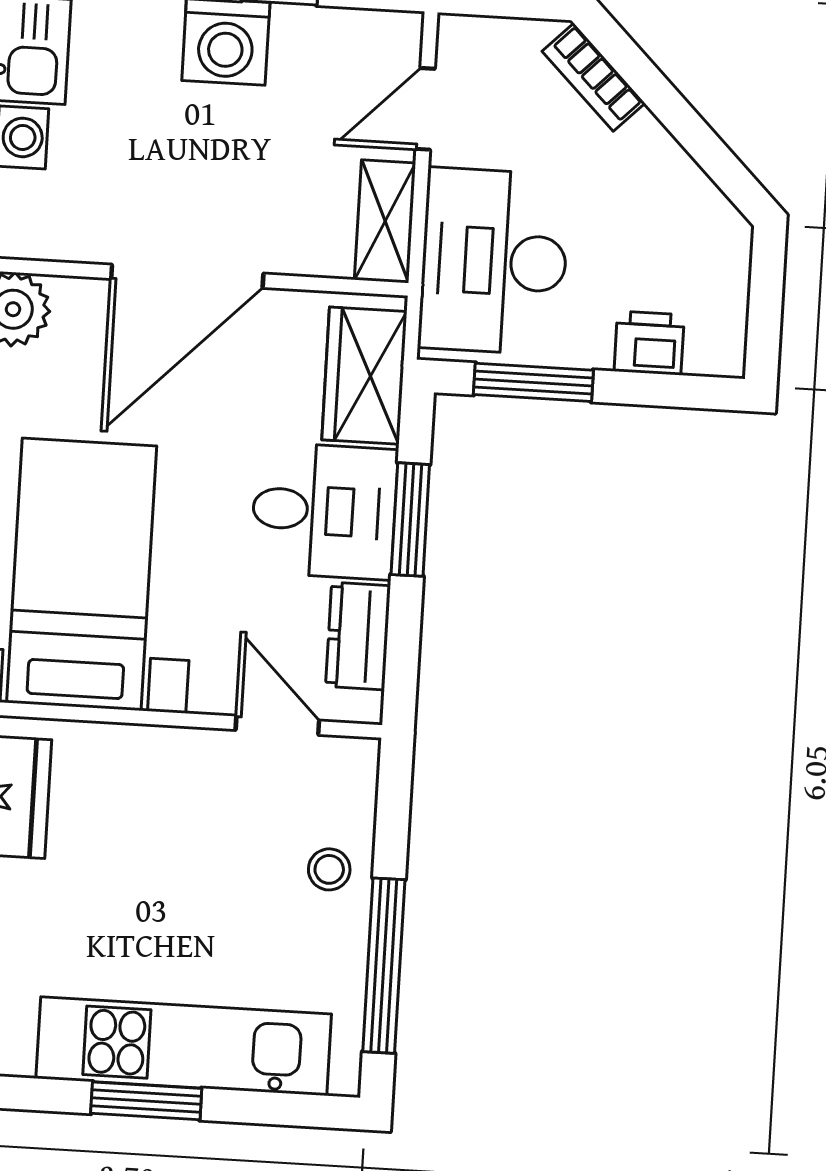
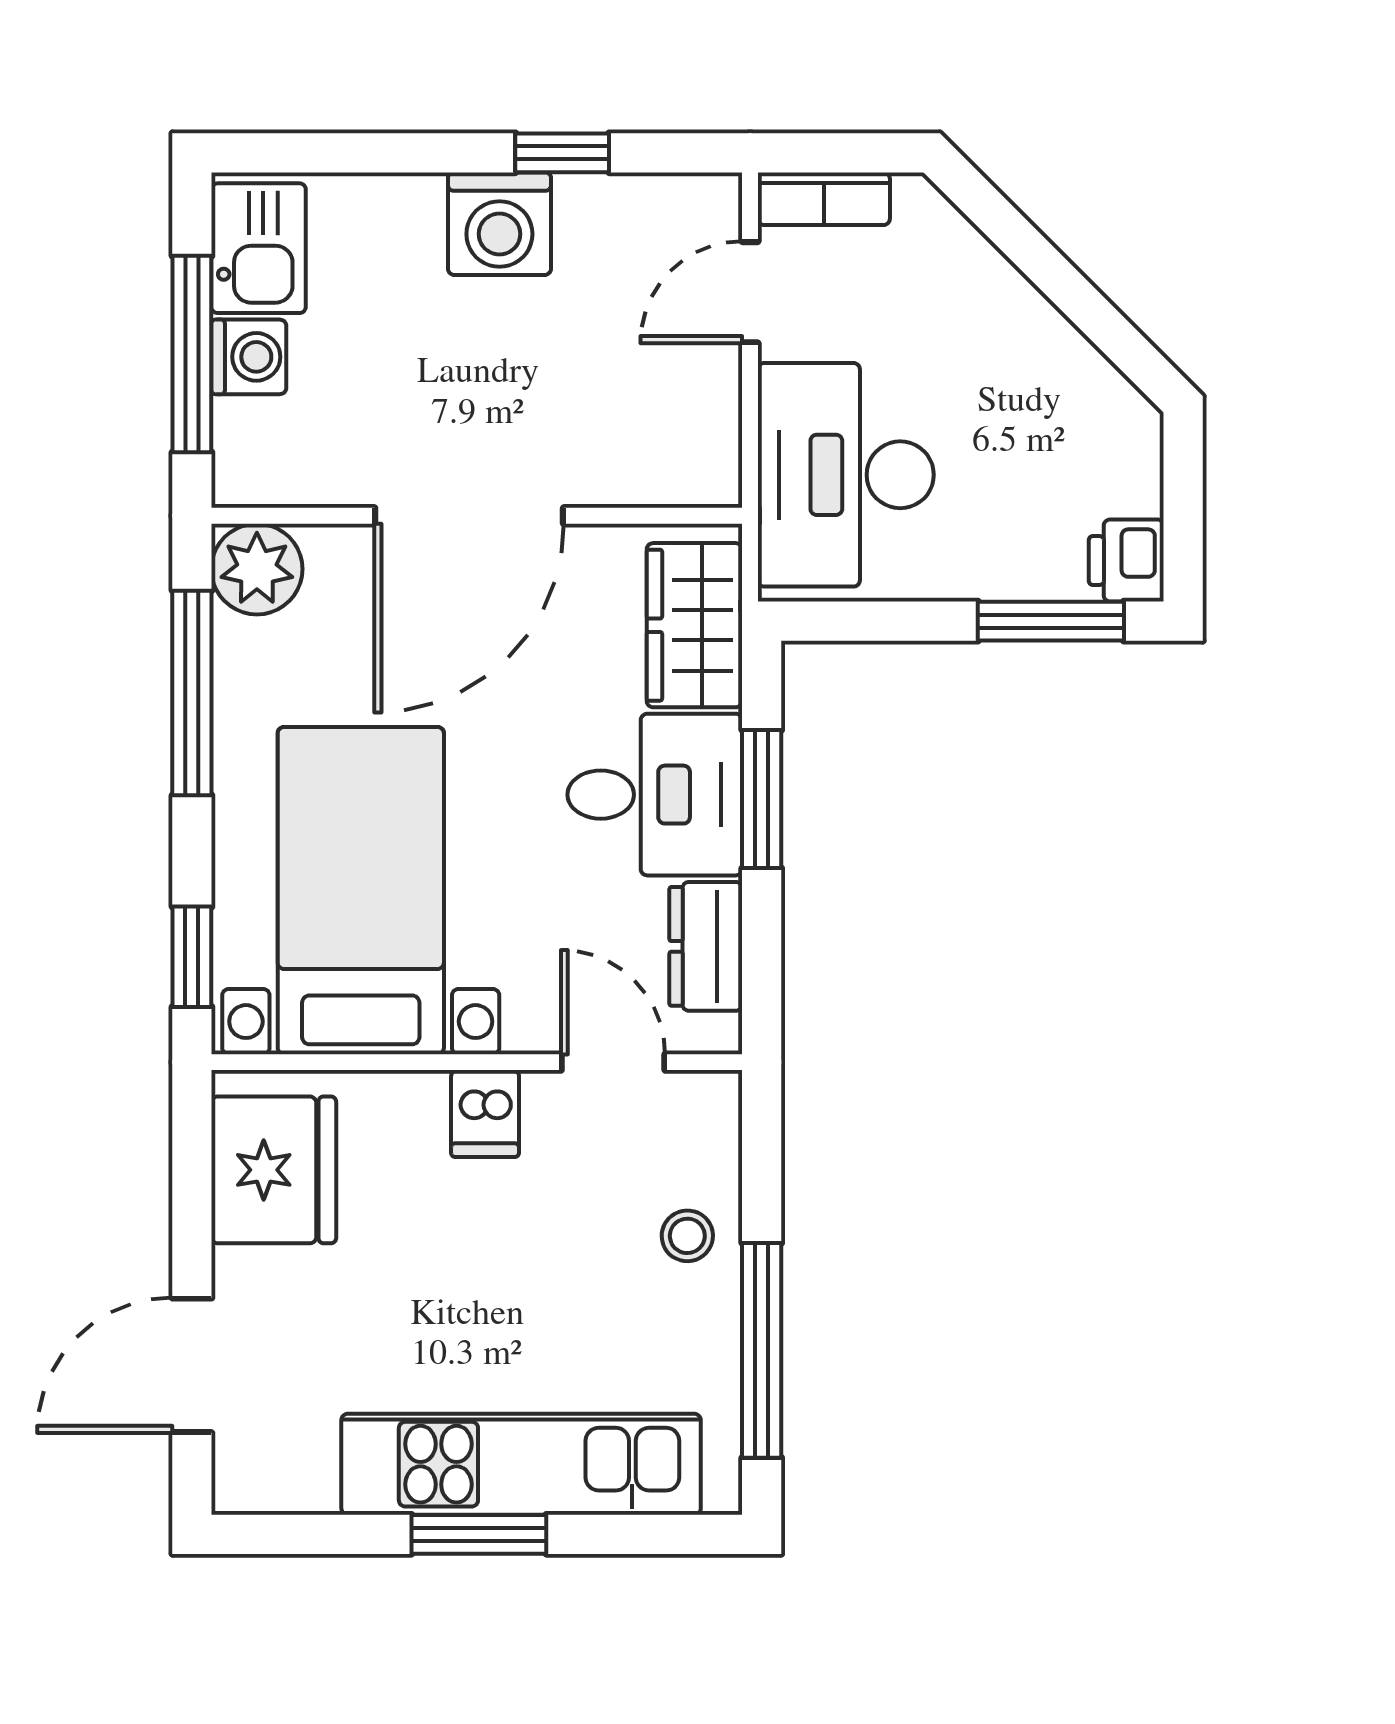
bookcase: (594, 77) -> (824, 199), moved, turned -45
shelving: (385, 221) -> (709, 434), removed
printer: (649, 343) -> (1126, 560), moved, turned -90
window: (533, 382) -> (1051, 621), moved
dishwasher: (171, 761) -> (485, 1113), added

